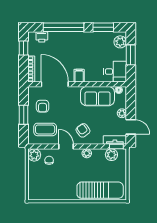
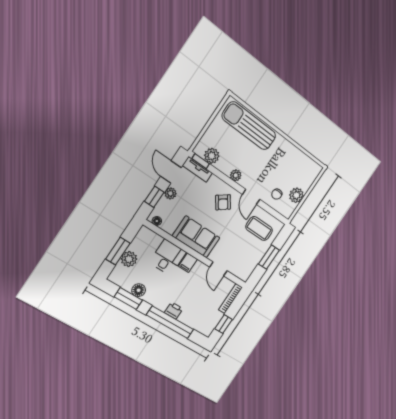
printer: (42, 37) -> (174, 311), moved
floor lamp: (100, 37) -> (139, 290), added
plant: (120, 42) -> (129, 259), moved
desk: (115, 72) -> (168, 257), moved, turned 90
door: (55, 84) -> (218, 269), width x0.53
sofa: (97, 96) -> (196, 237), moved
window: (131, 104) -> (154, 197), added
armchair: (43, 106) -> (245, 254), removed
plant: (34, 155) -> (296, 195), moved

